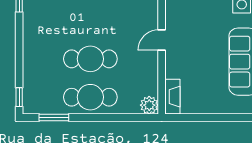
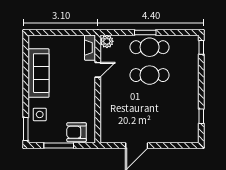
door: (162, 40) -> (98, 70), moved
window: (54, 118) -> (145, 32), moved

